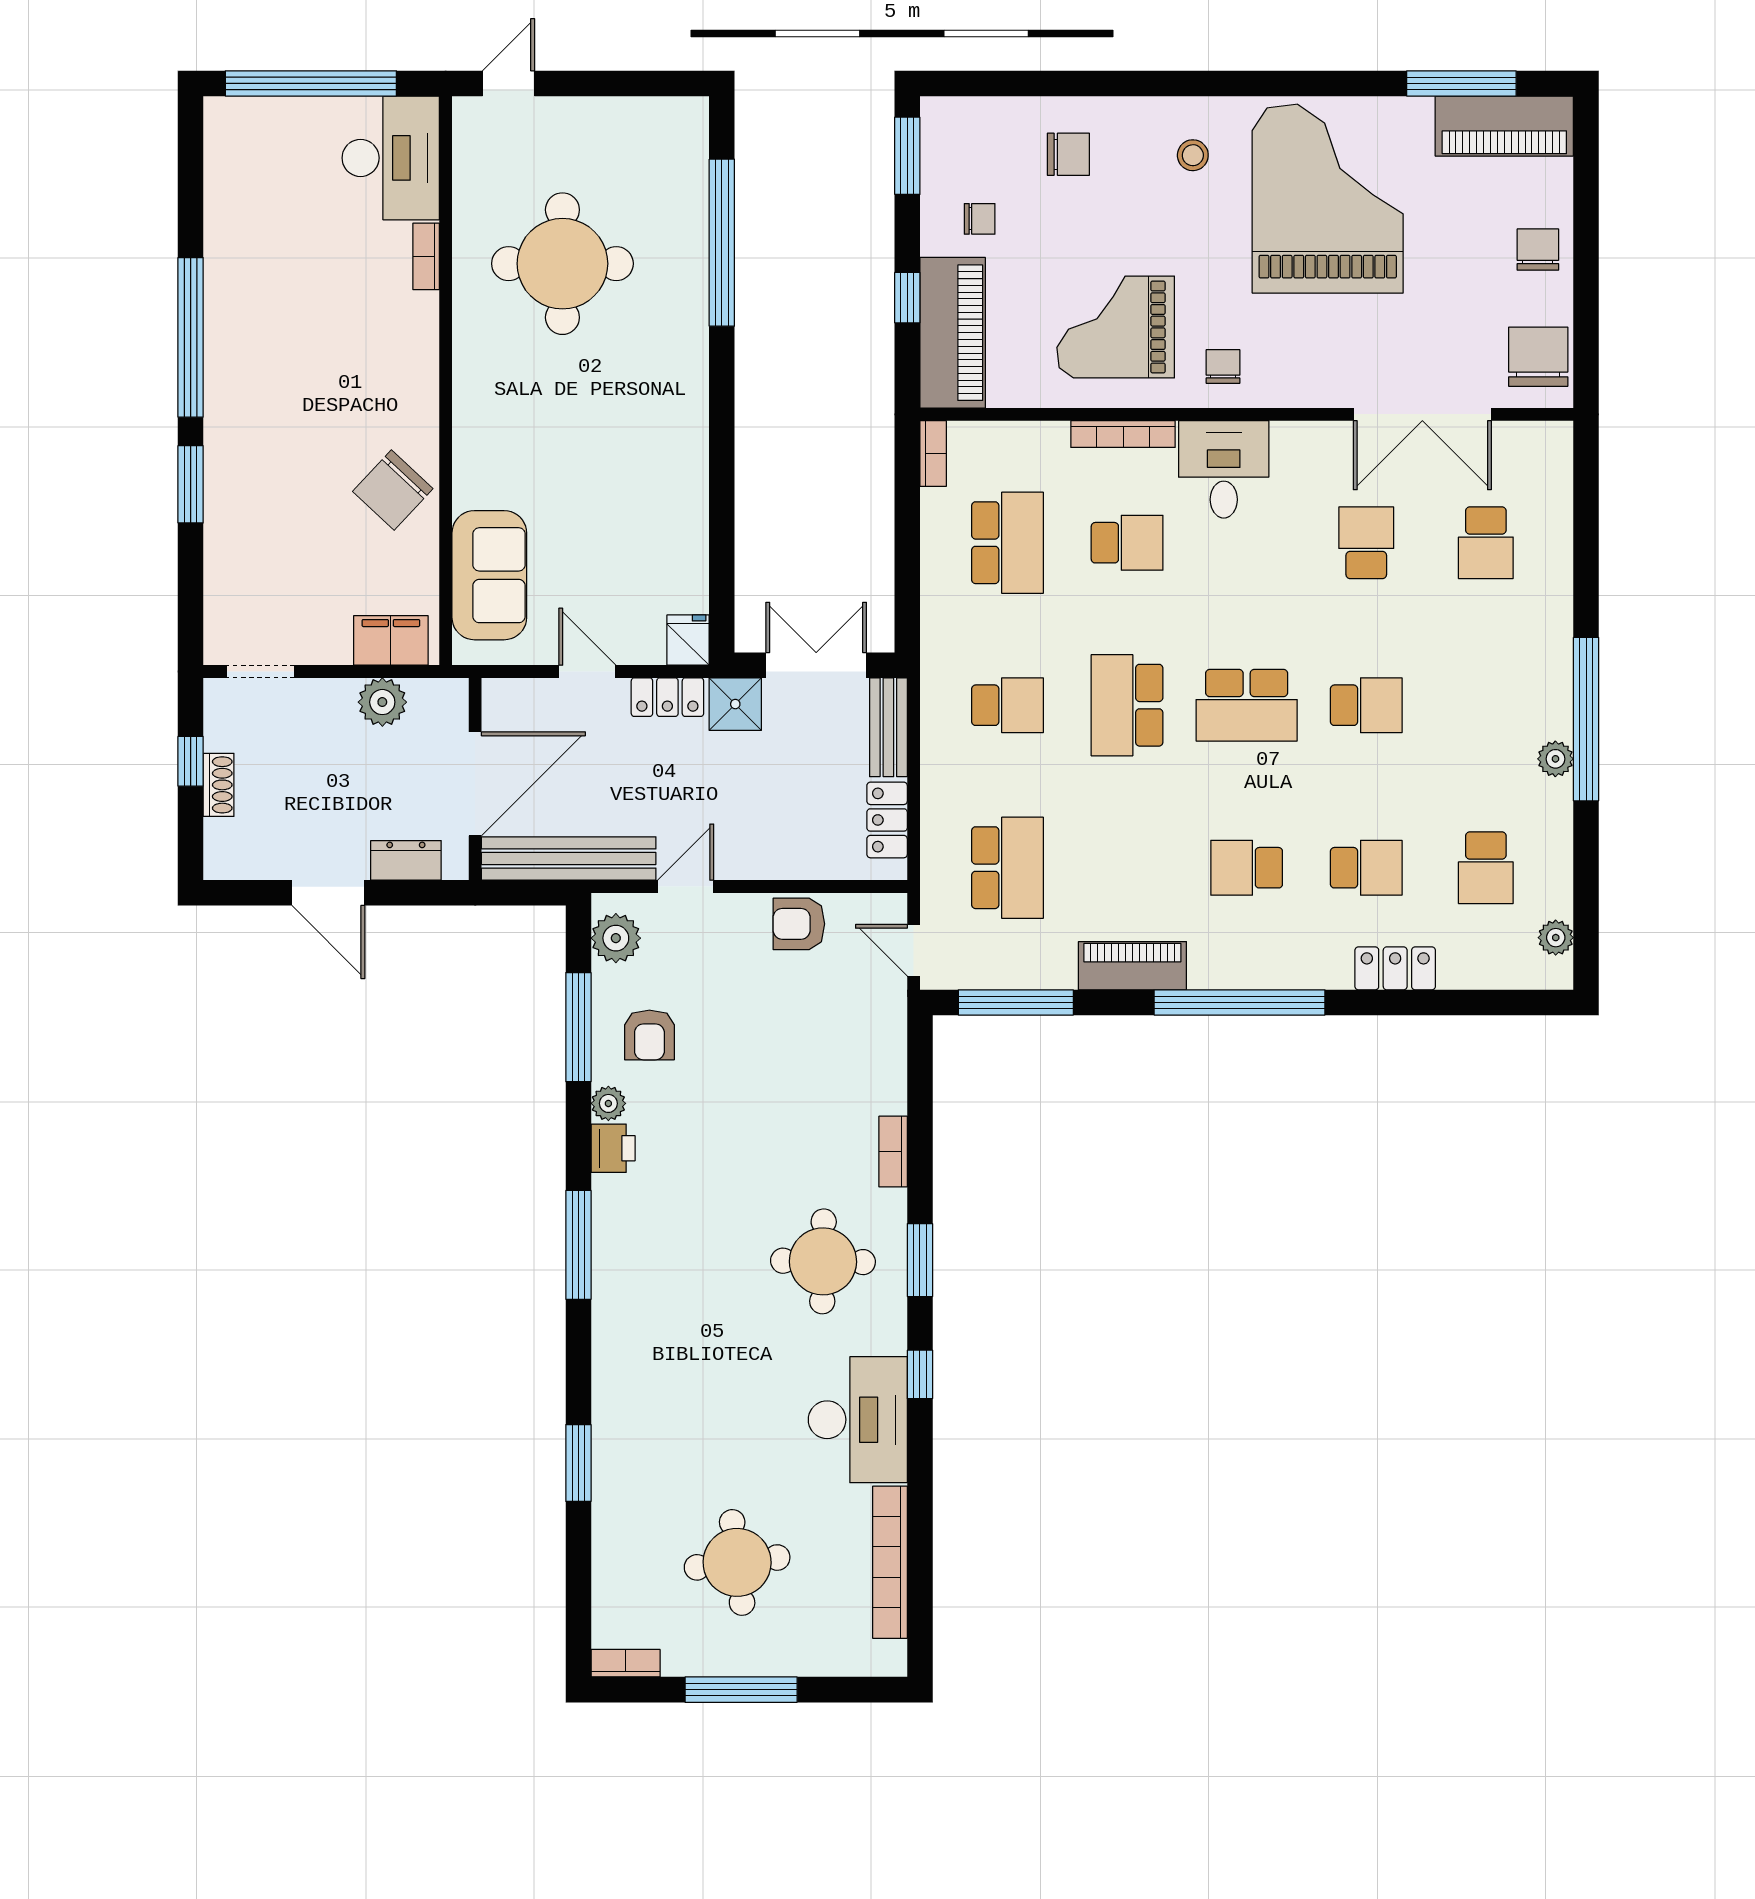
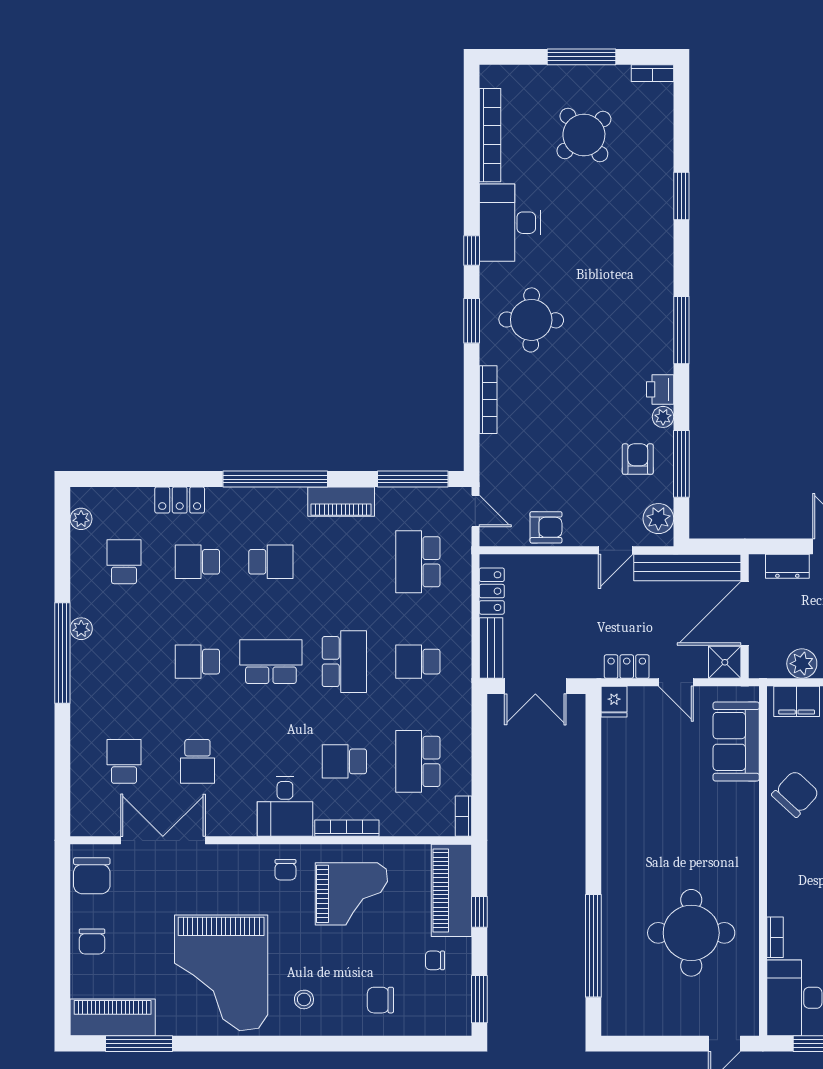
shower: (735, 704) -> (725, 662), moved
bookcase: (893, 1152) -> (488, 400), width x1.56
round table: (737, 1562) -> (584, 135), turned -33

